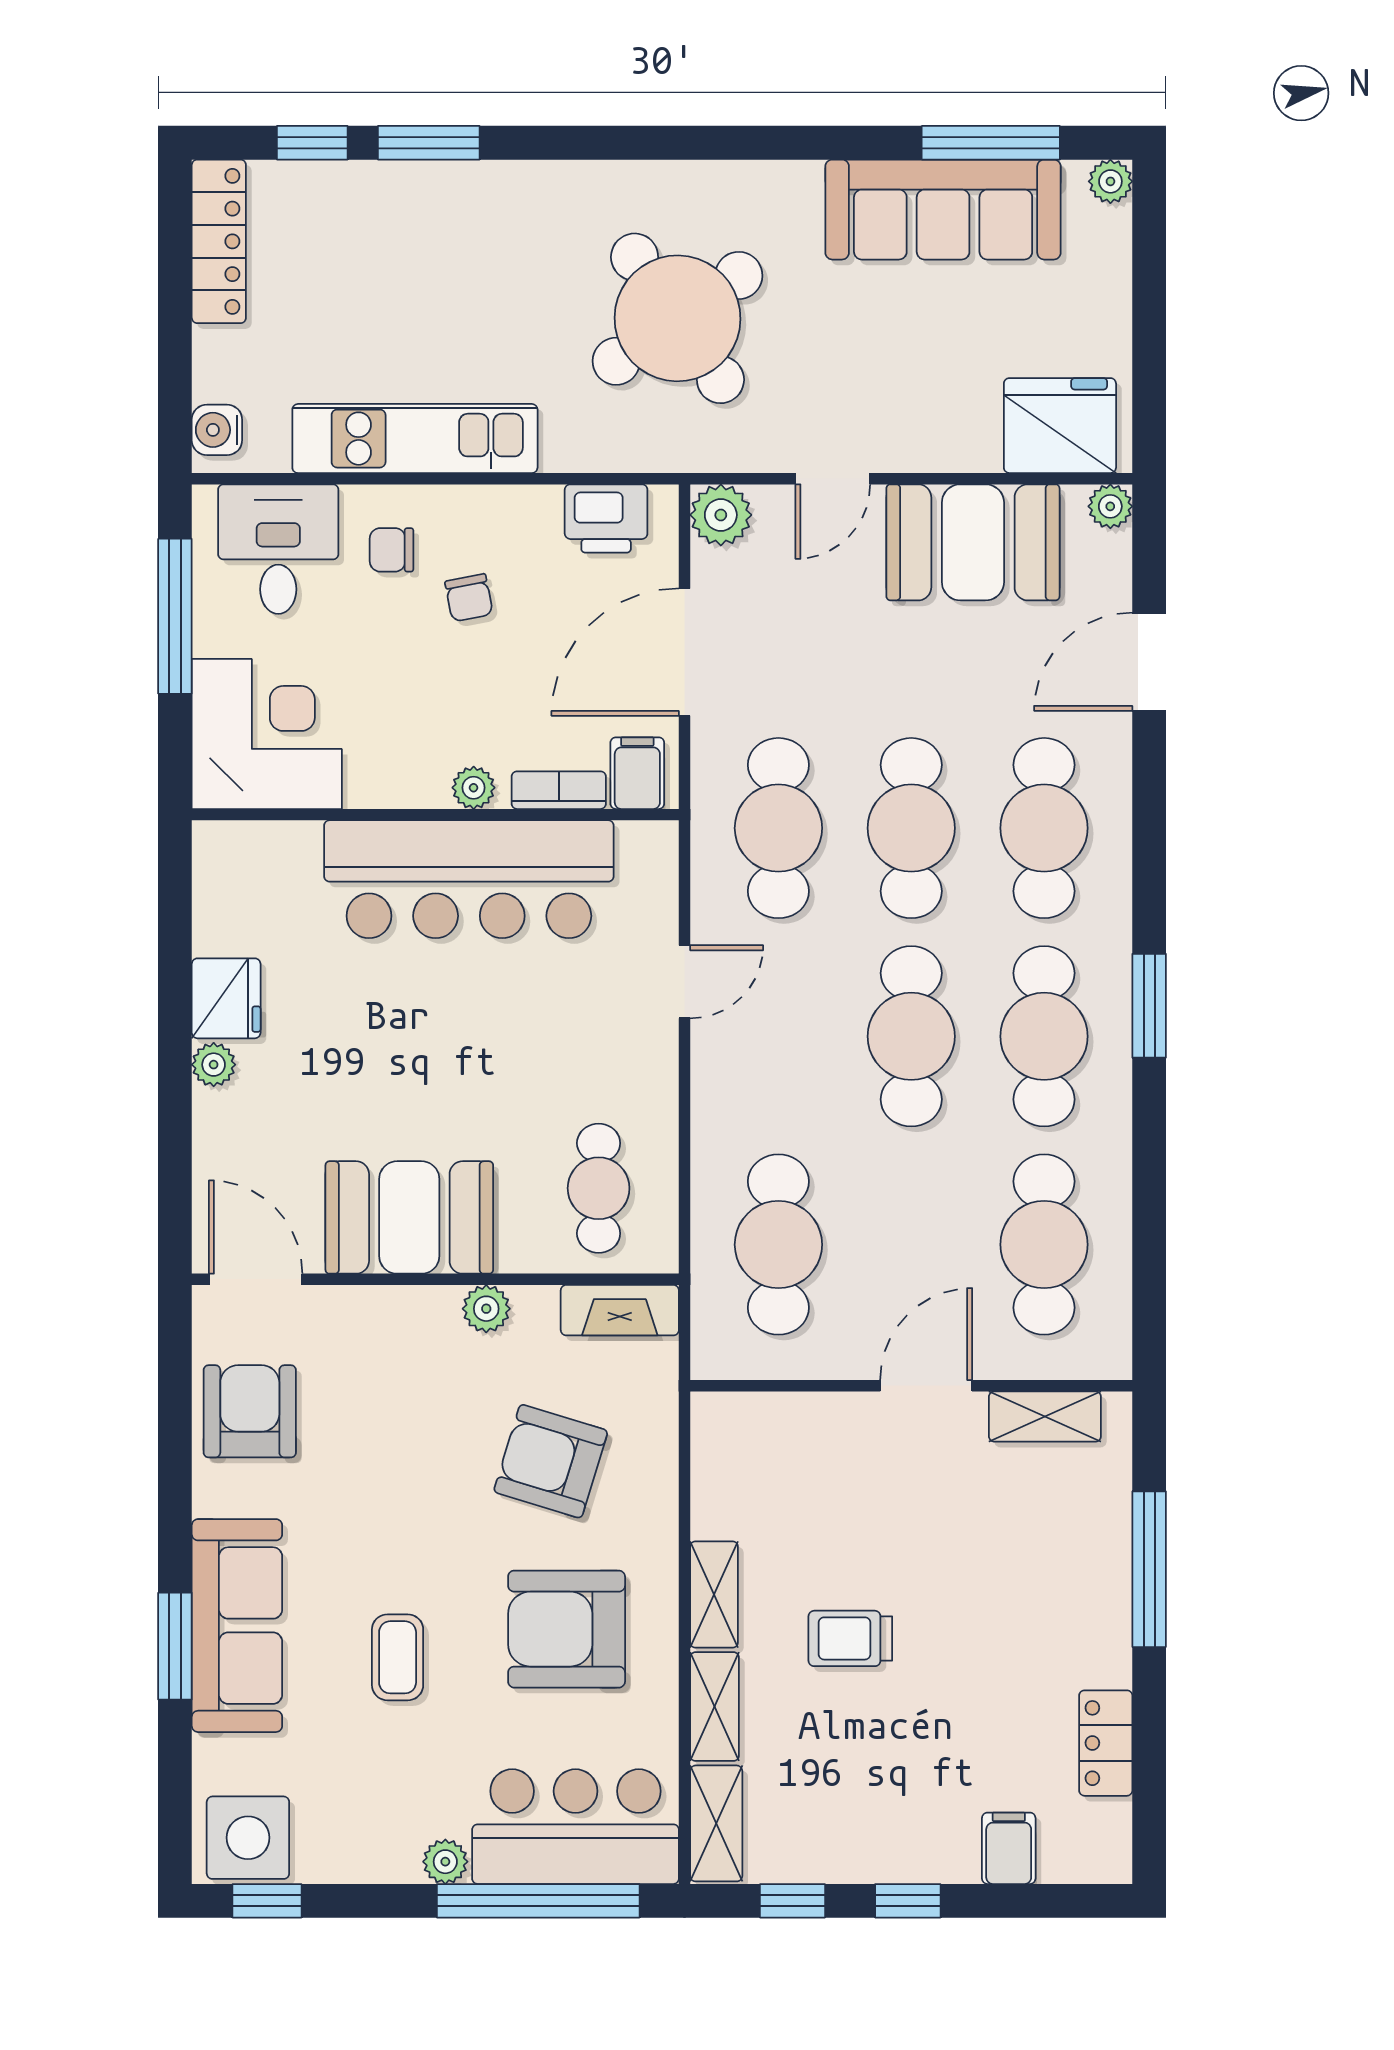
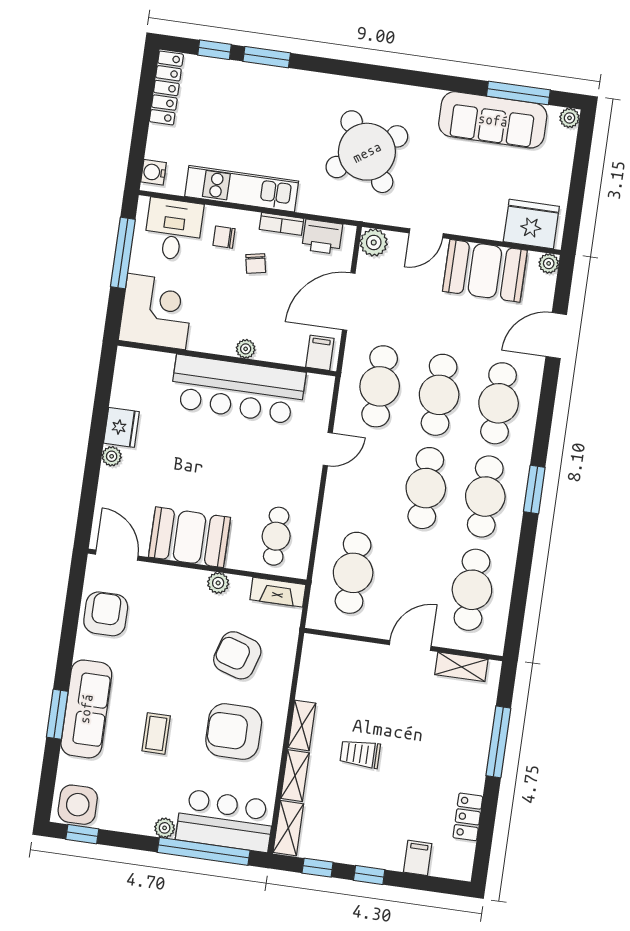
bookcase: (559, 790) -> (281, 224), moved, turned 180

